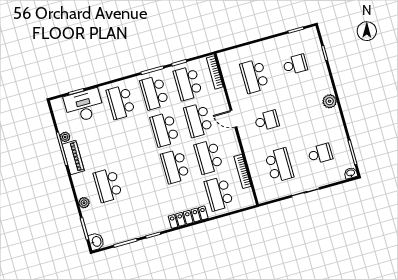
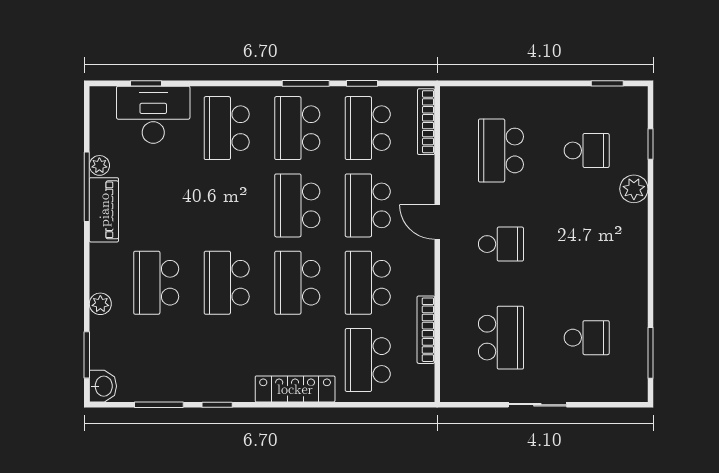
plant: (330, 101) -> (634, 189), moved
washbasin: (351, 173) -> (636, 392), removed
school desk: (141, 176) -> (227, 283), added

